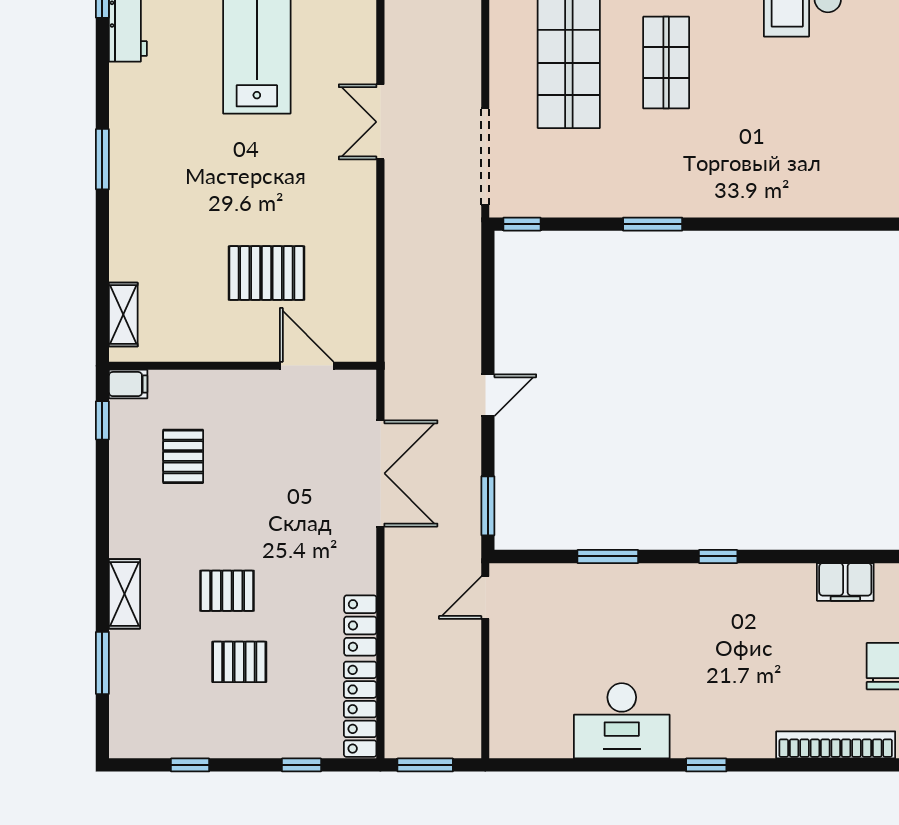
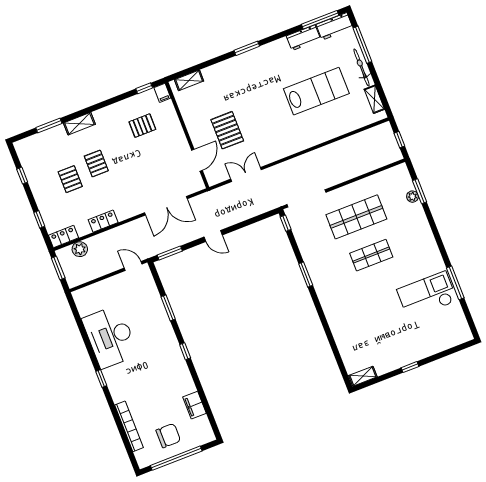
double door: (380, 122) -> (246, 174), moved
plant: (402, 701) -> (80, 249), added
locker: (360, 709) -> (63, 237), width x0.66
desk: (622, 721) -> (110, 337), width x1.36, depth x1.30

